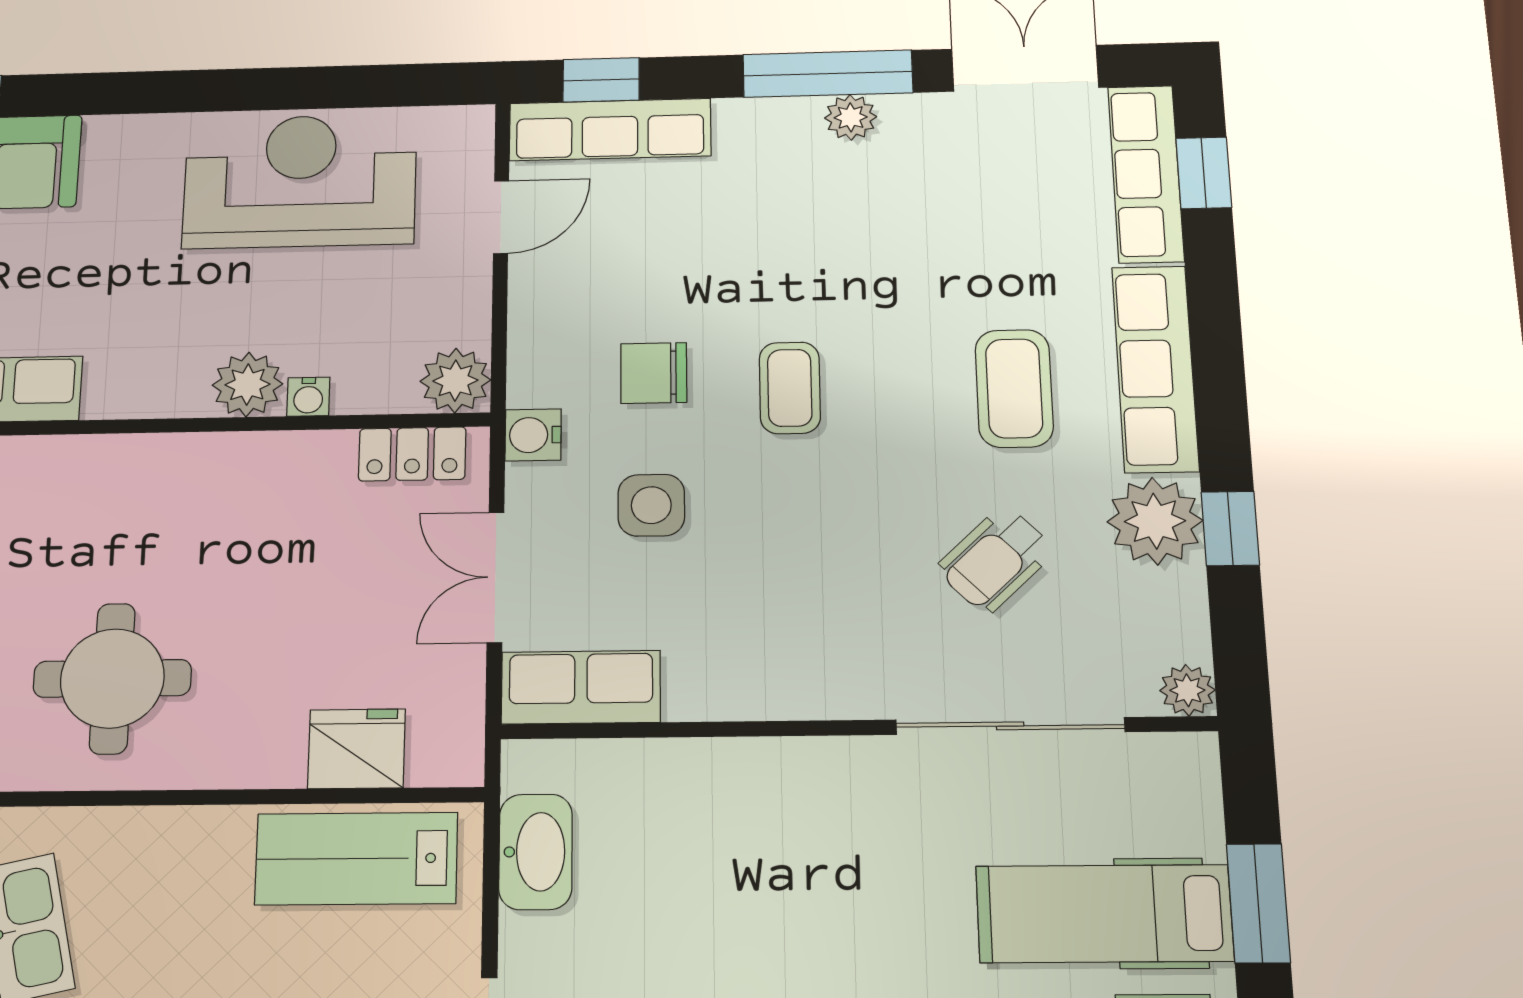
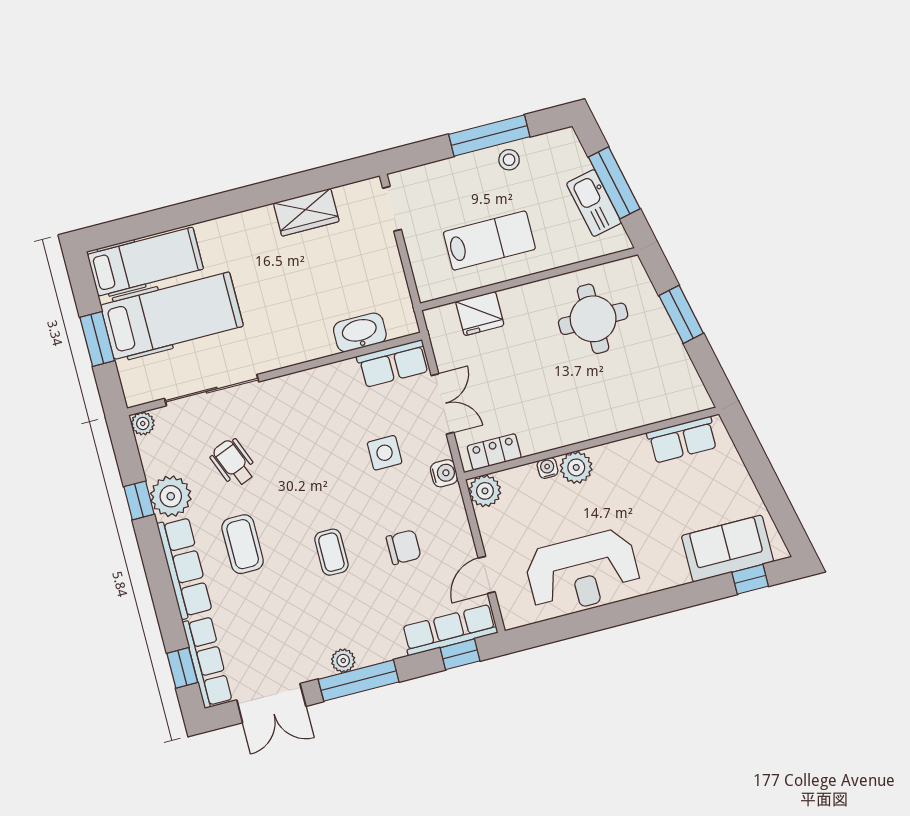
chair: (654, 373) -> (404, 547), moved
coffee table: (790, 388) -> (331, 552), moved
wheelchair: (995, 560) -> (234, 463), turned -68
washbasin: (536, 852) -> (360, 332), moved, turned 90
lab bench: (356, 859) -> (489, 241), moved
hospital bed: (1104, 914) -> (172, 316), width x1.37, depth x1.29

